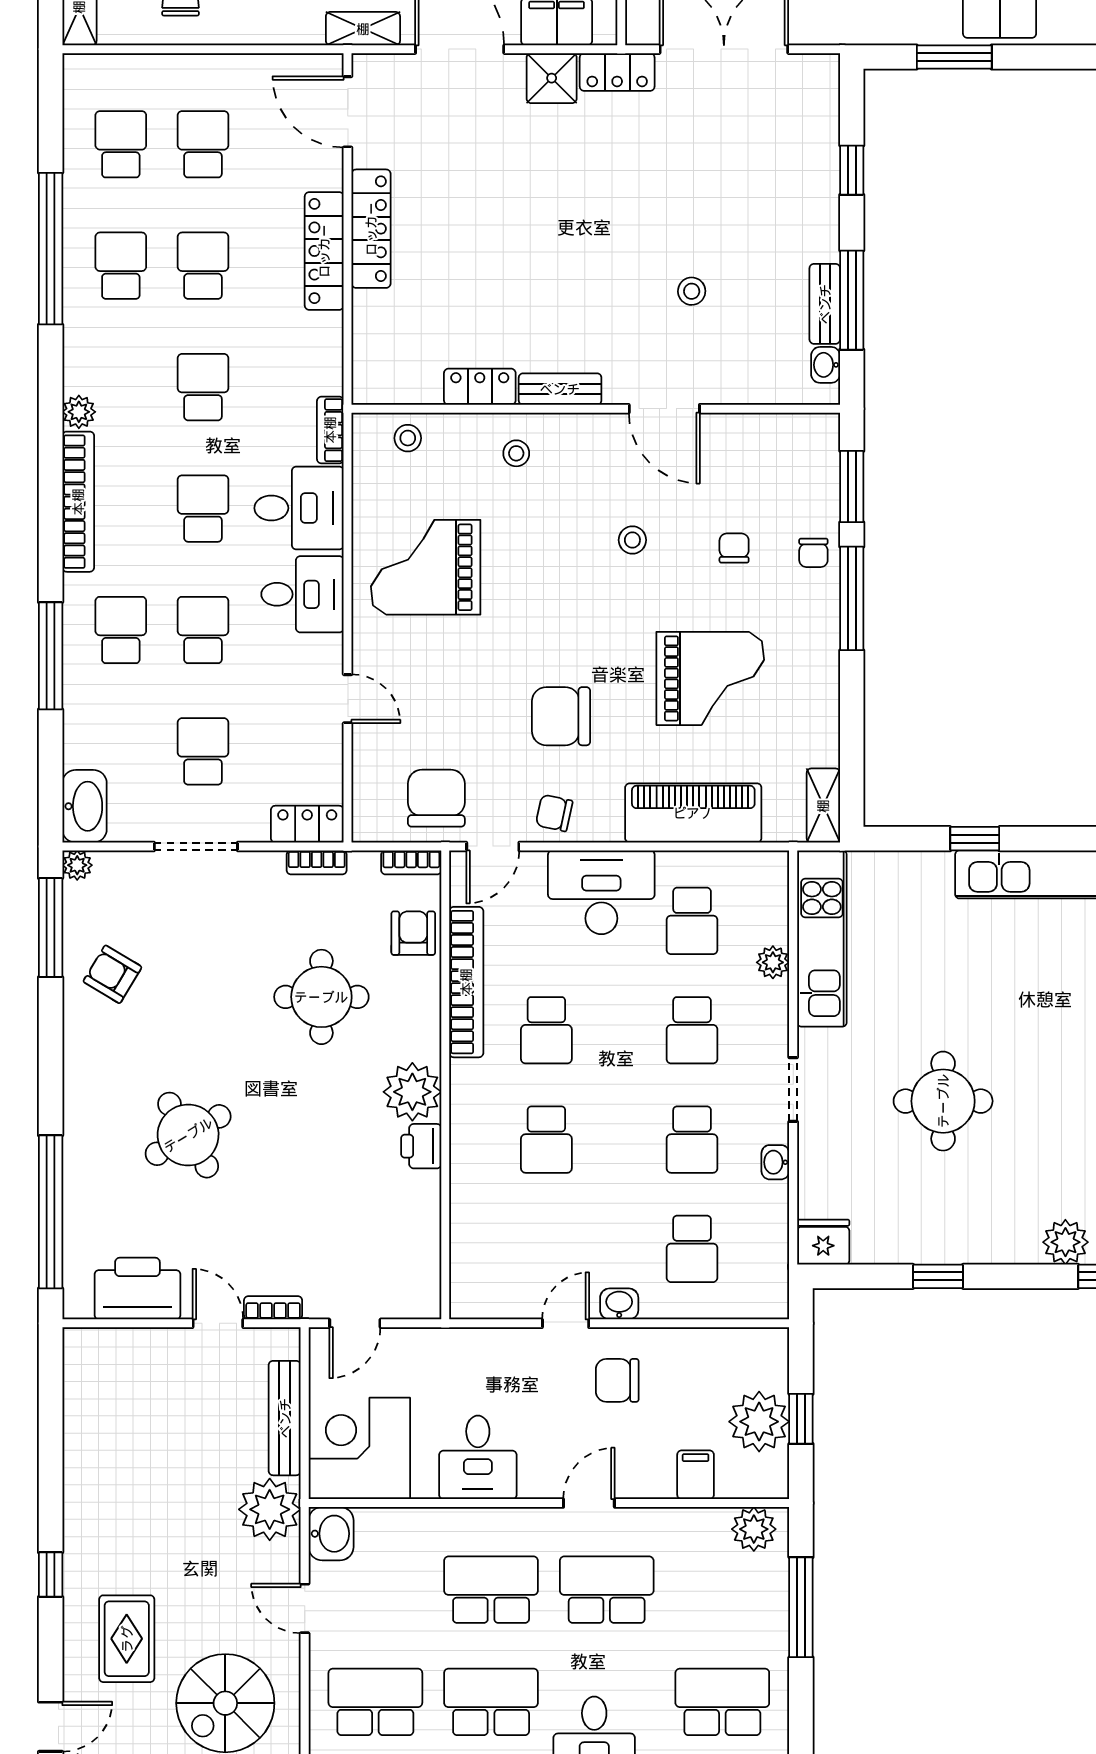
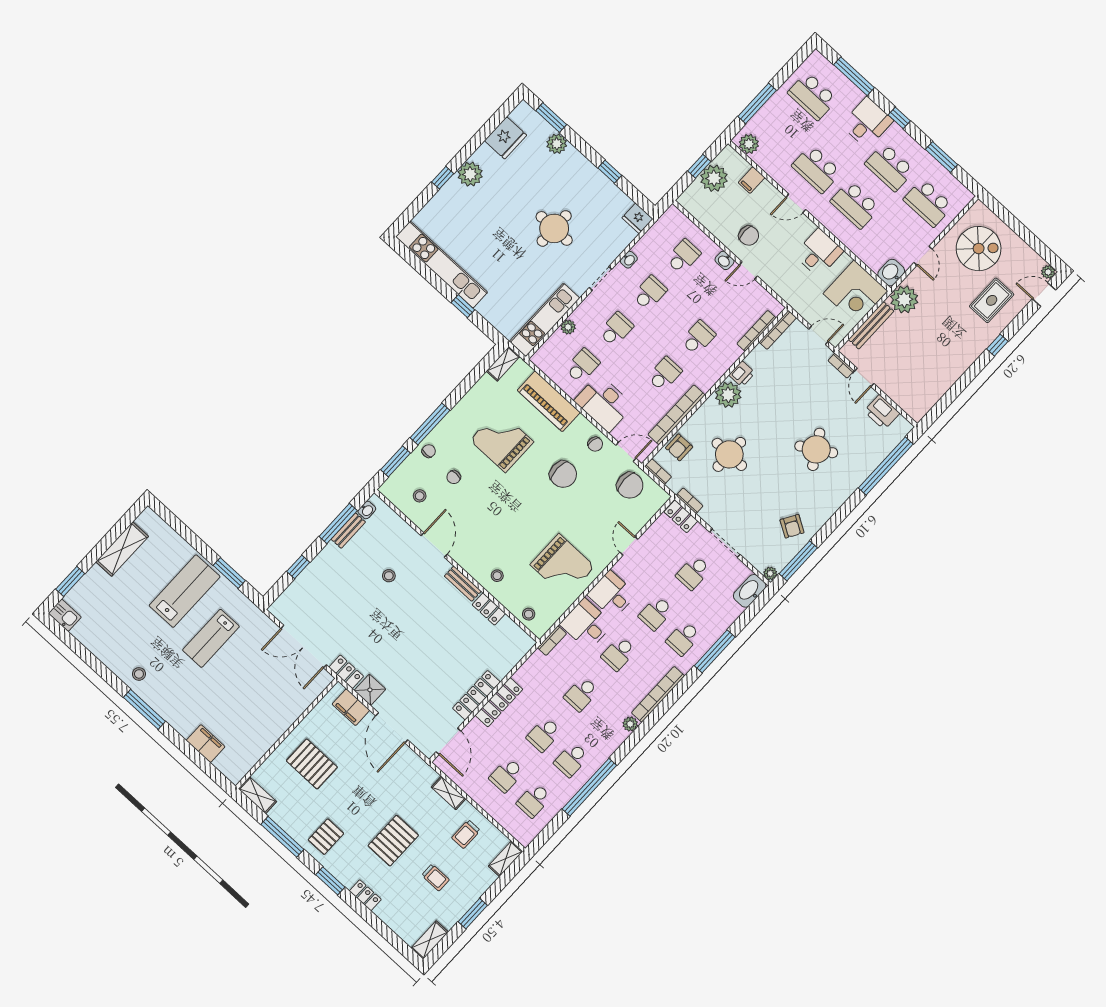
shelving: (363, 29) -> (449, 793), moved
stool: (632, 540) -> (420, 496), moved
chair: (436, 798) -> (630, 485), turned -90
bookcase: (462, 1238) -> (756, 331), added
bookcase: (429, 1271) -> (778, 330), added
printer: (137, 1289) -> (882, 412), width x0.73, depth x0.84

